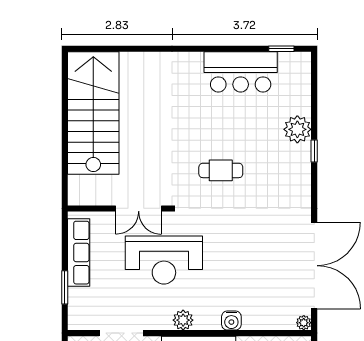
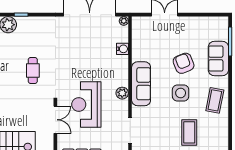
reception desk: (164, 260) -> (86, 105), turned 180
water cooler: (231, 321) -> (122, 49), moved

